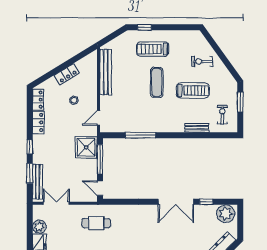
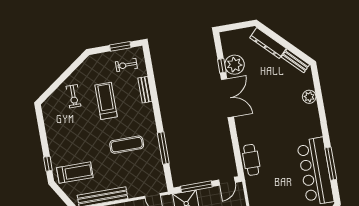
treadmill: (153, 49) -> (75, 173), moved, turned -90
exercise mat: (157, 82) -> (127, 145), moved
window: (240, 102) -> (120, 46), moved
plant: (226, 214) -> (235, 65), moved
cafe table: (96, 223) -> (251, 160), moved

